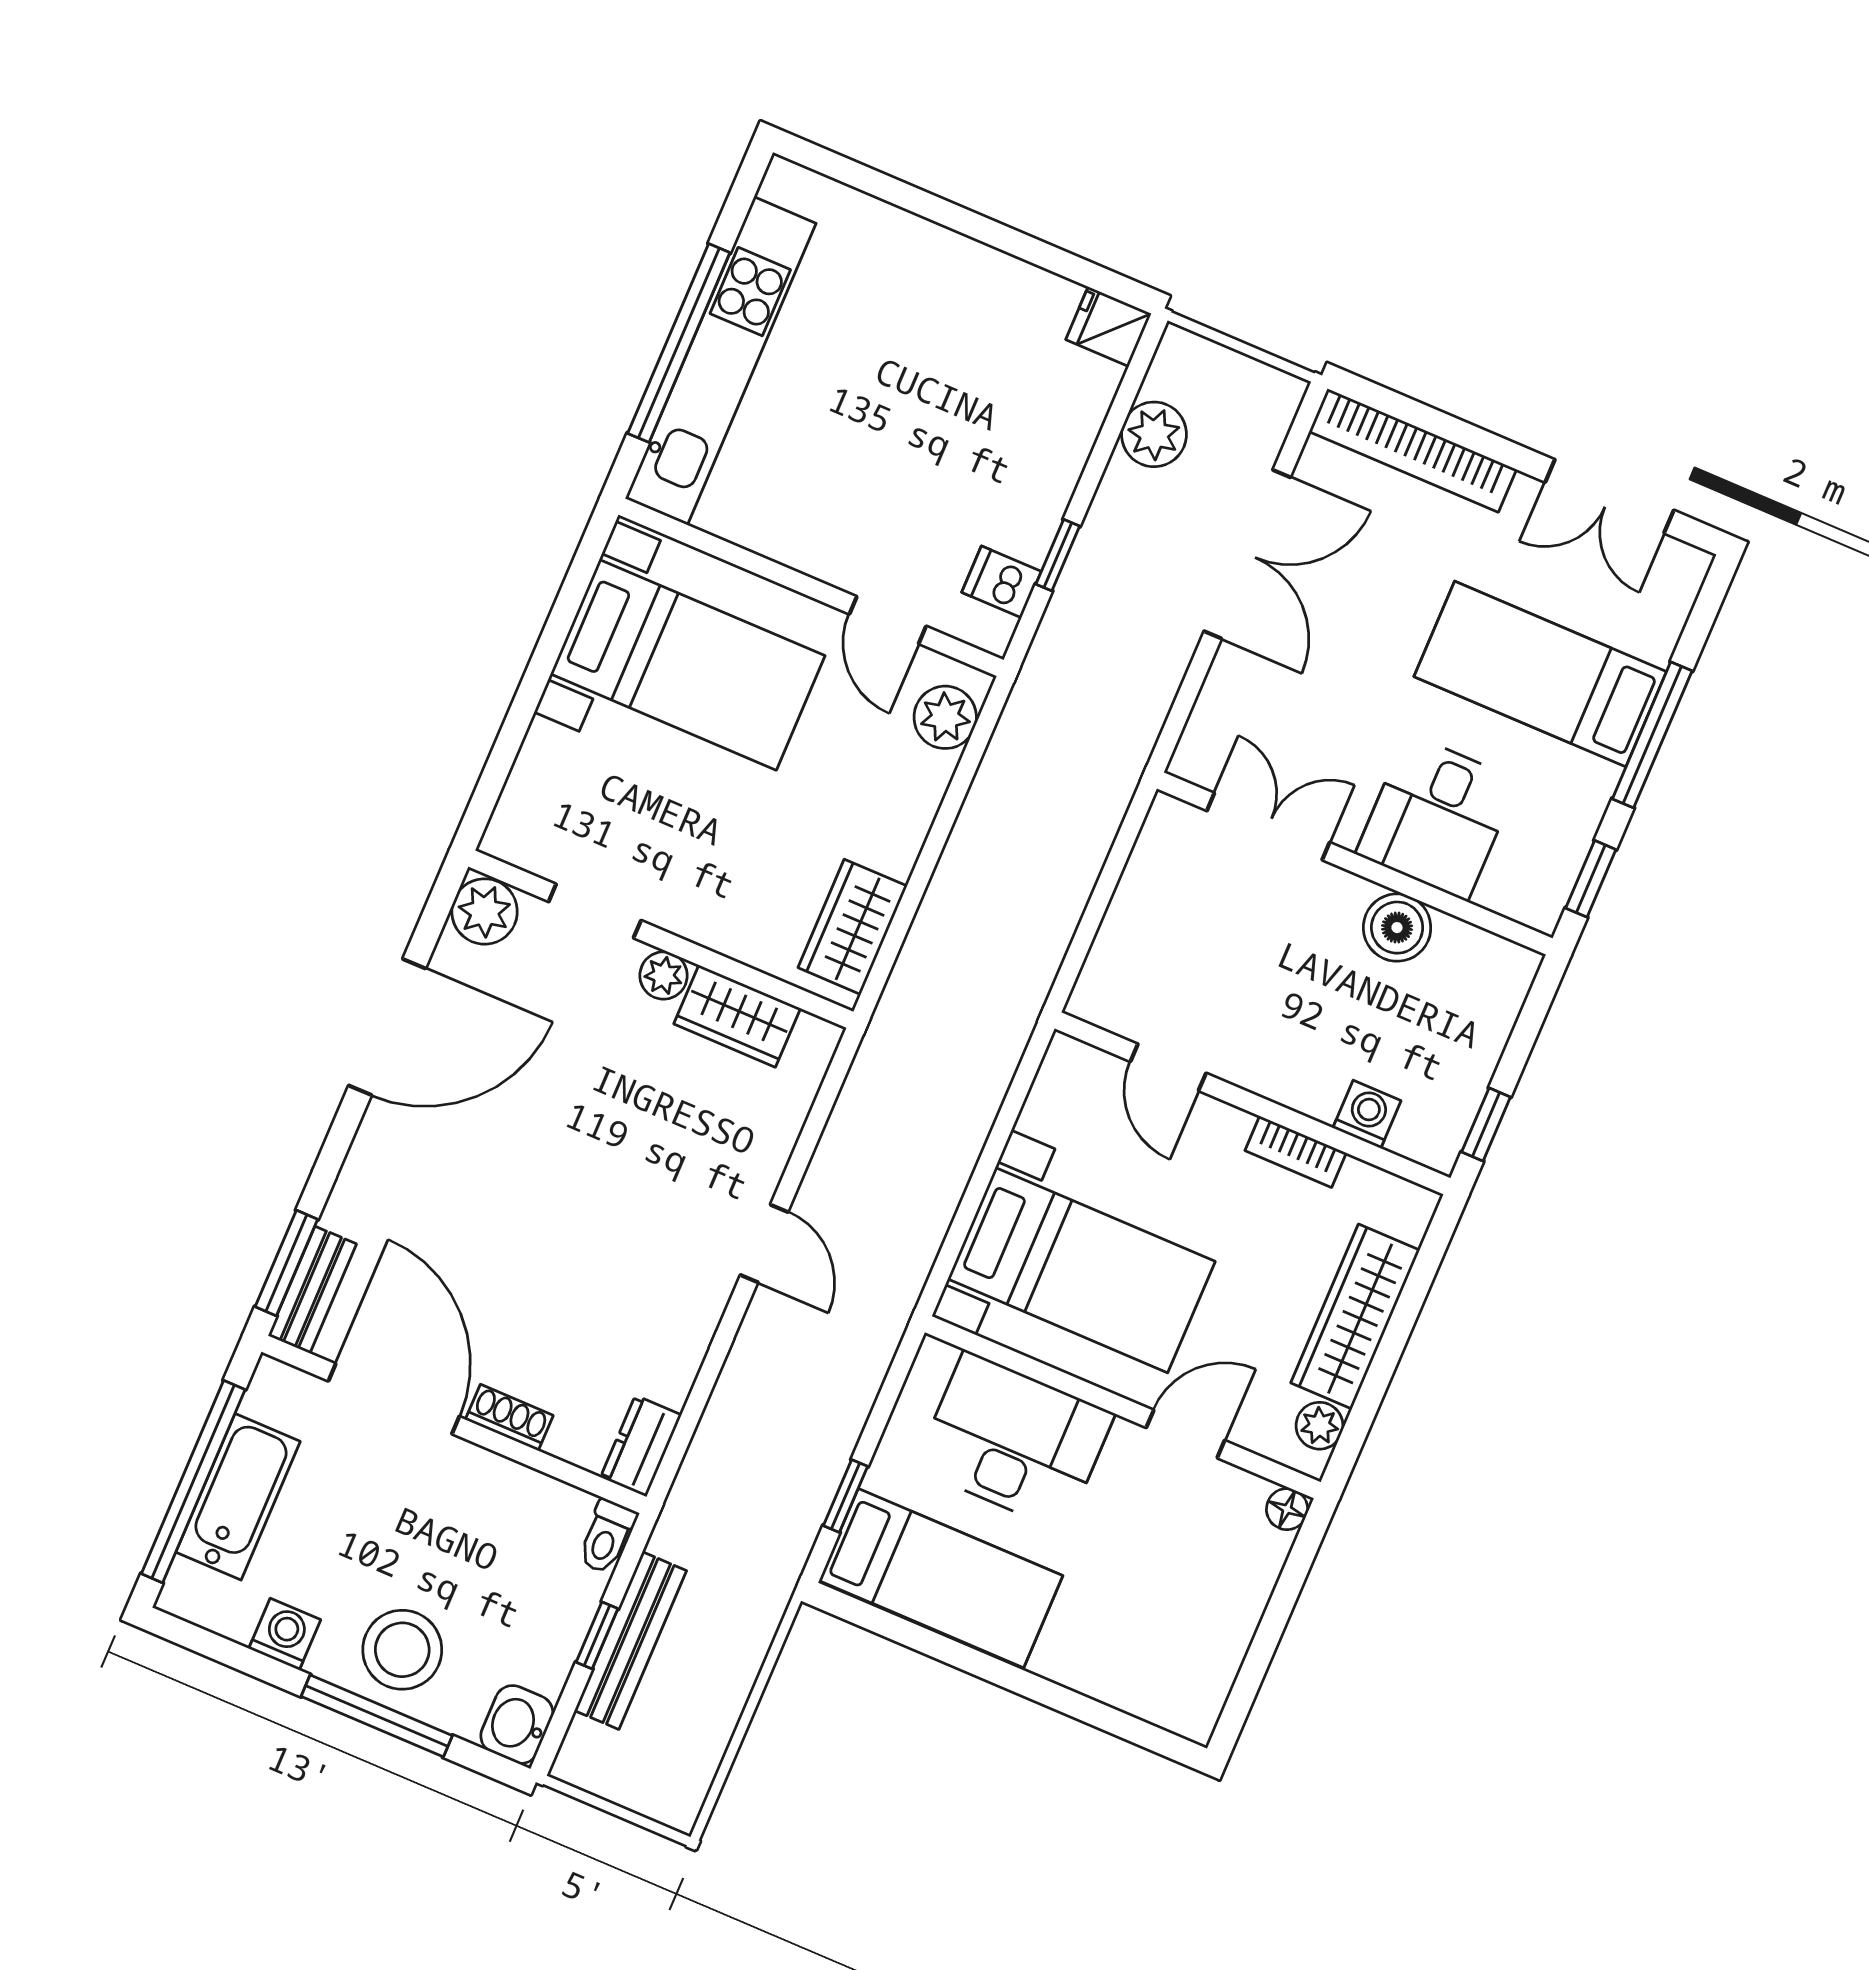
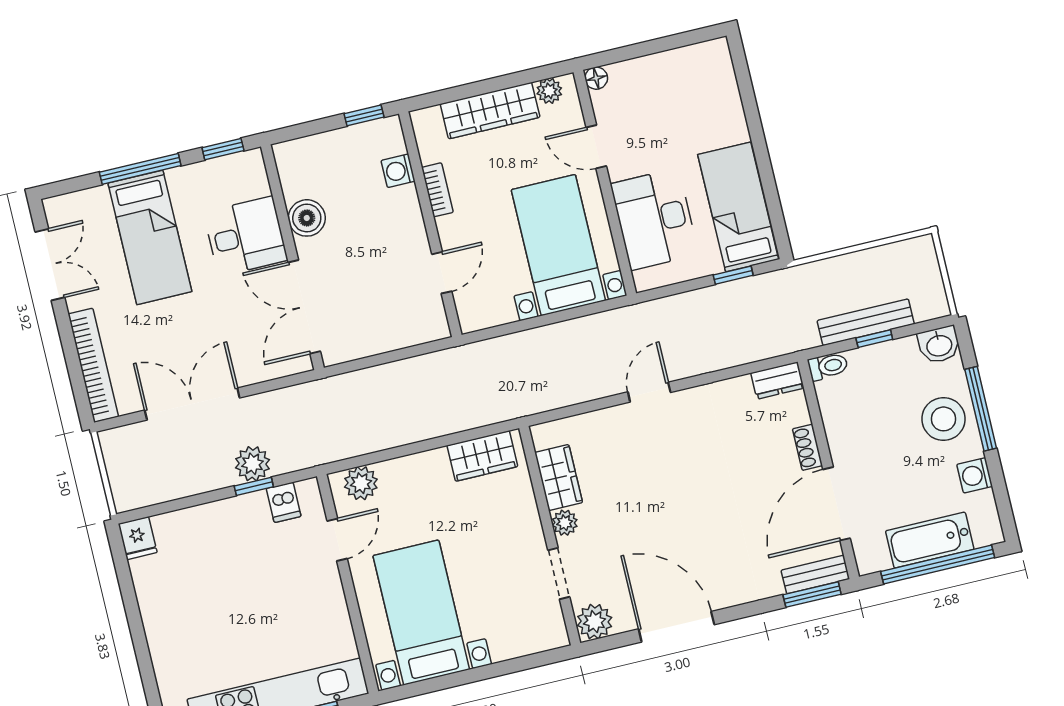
plant: (1154, 434) -> (252, 464), moved
double door: (1268, 827) -> (304, 307), width x1.37

